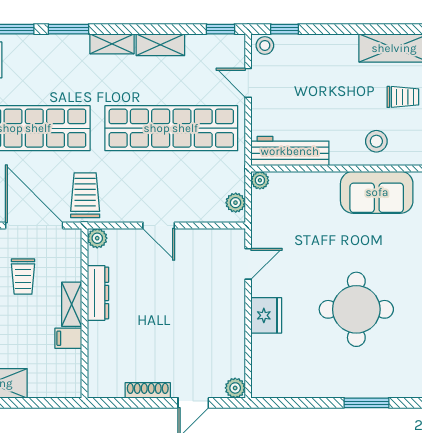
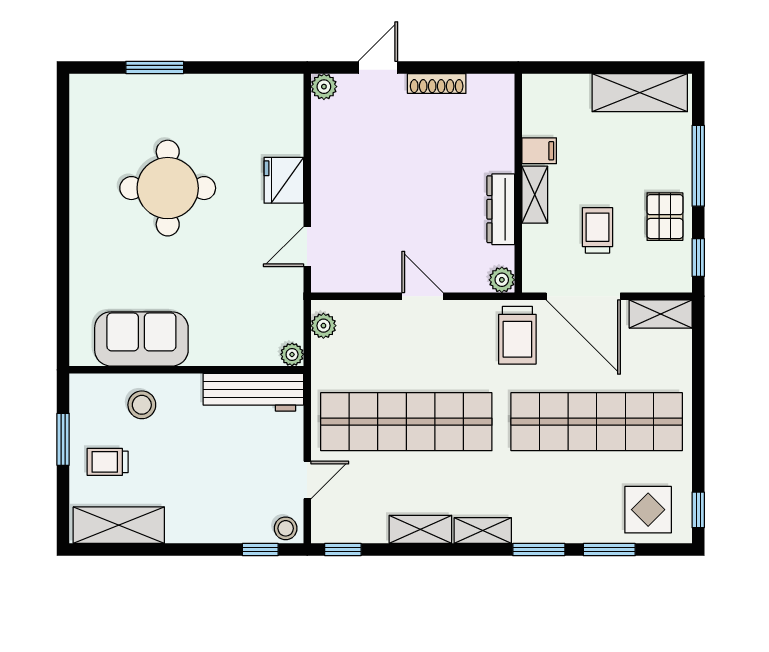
door: (248, 83) -> (307, 480), hinge flipped

